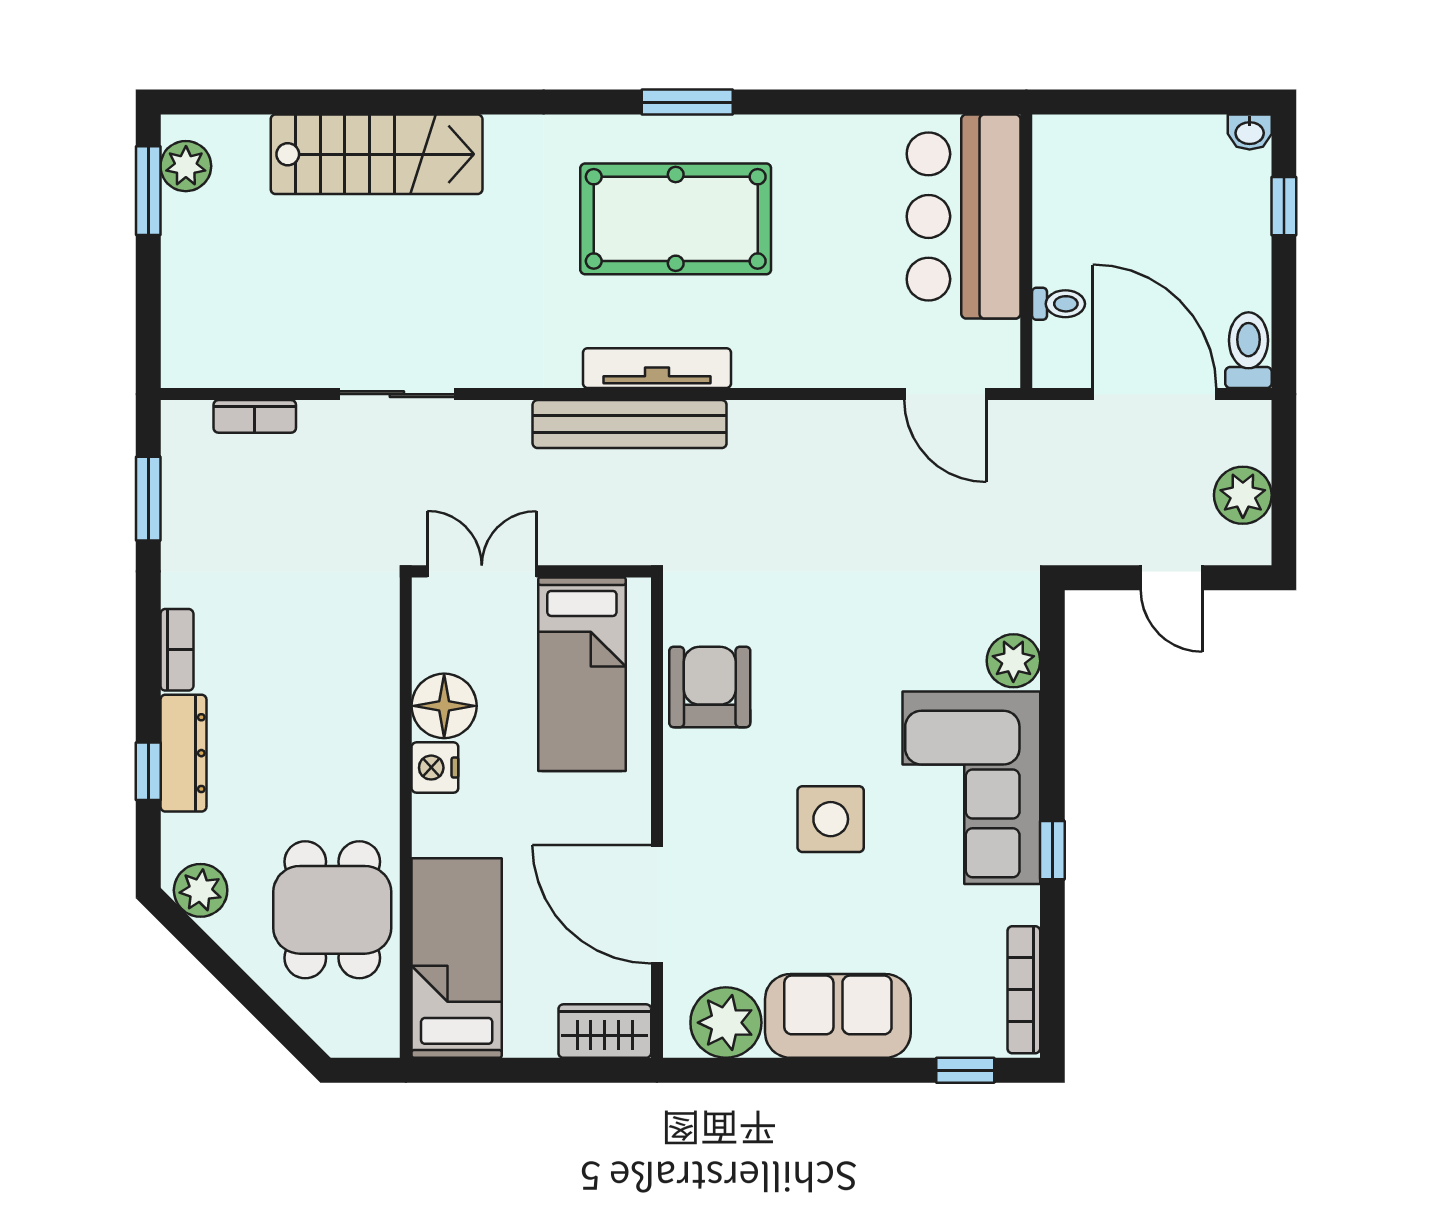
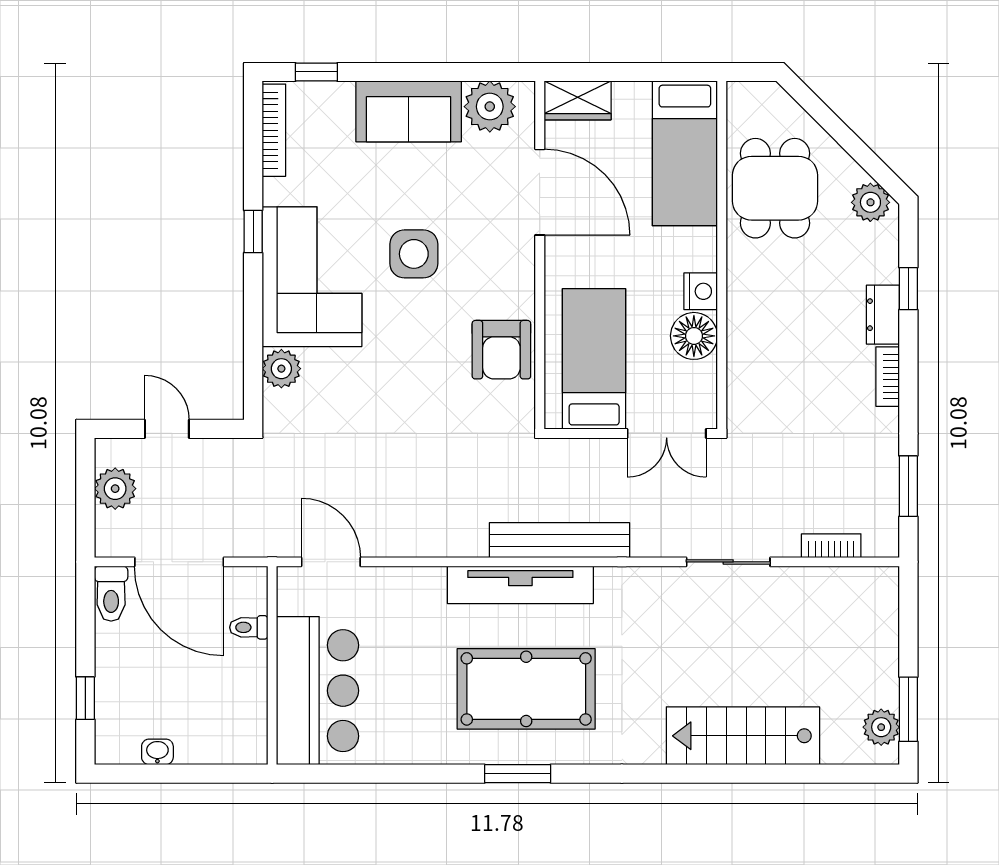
washbasin: (1250, 132) -> (157, 752), moved
tv unit: (657, 368) -> (520, 585), width x1.36, depth x1.29
dresser: (183, 753) -> (883, 315), width x0.70

